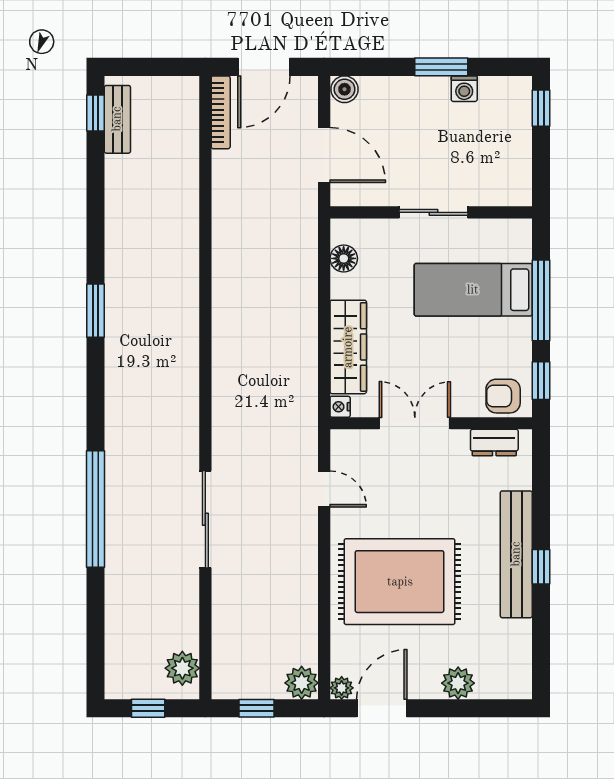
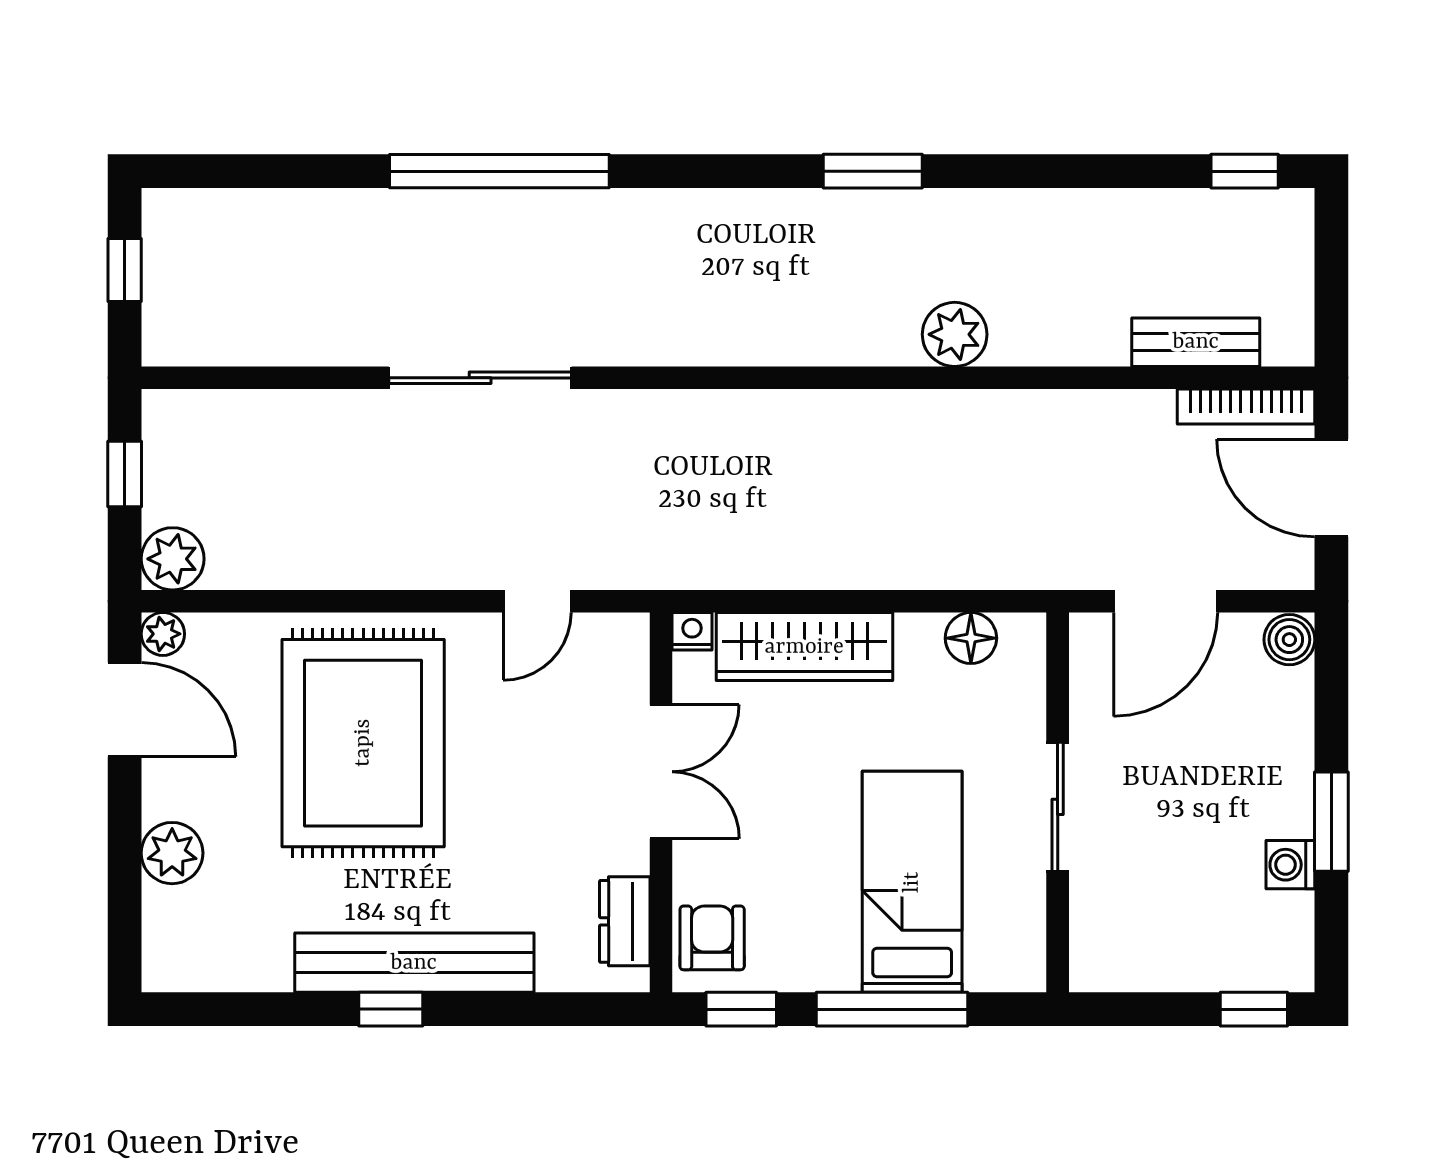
bench: (117, 119) -> (1196, 342), moved
plant: (182, 668) -> (955, 334), moved

